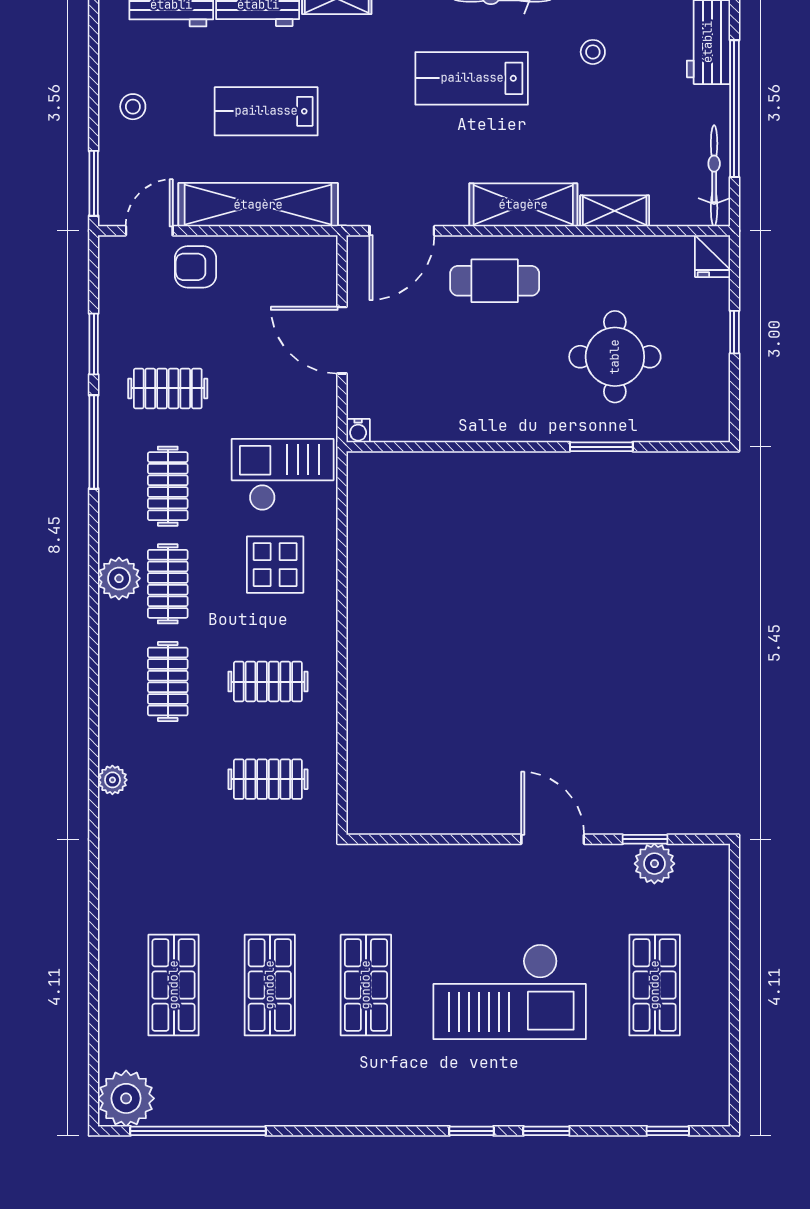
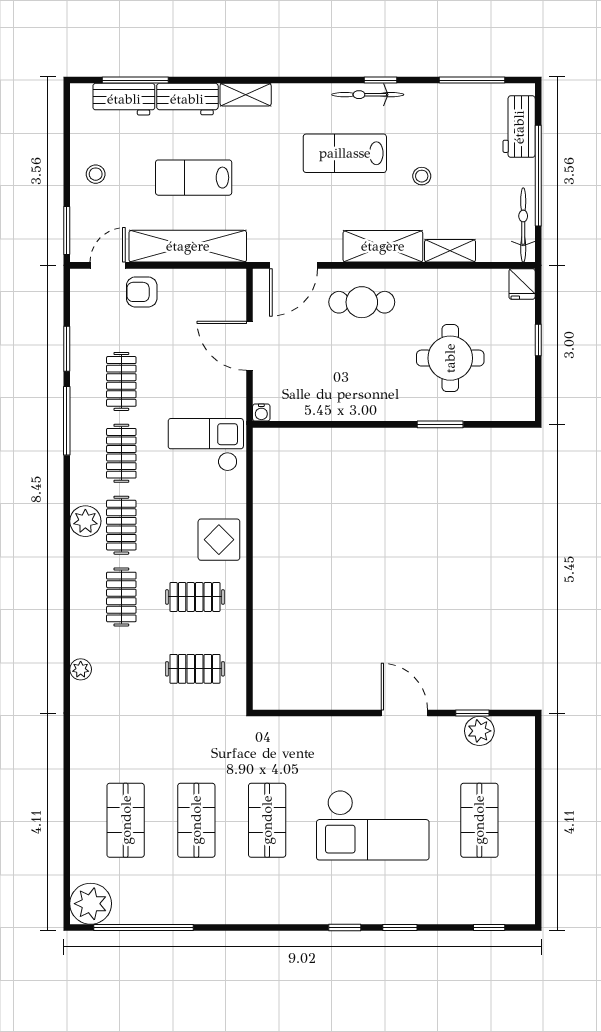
stool: (593, 52) -> (422, 176), moved
clothes rail: (168, 388) -> (121, 381), turned 90
display table: (275, 565) -> (219, 540), moved

